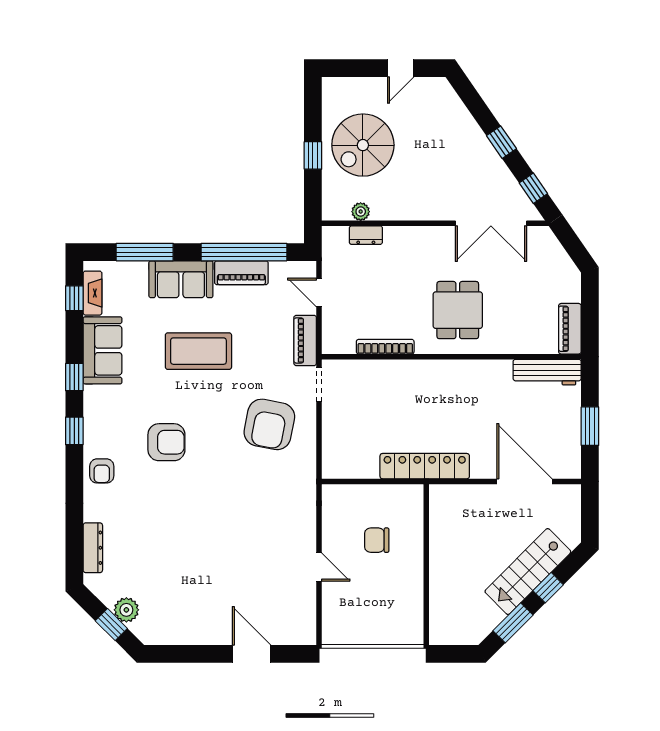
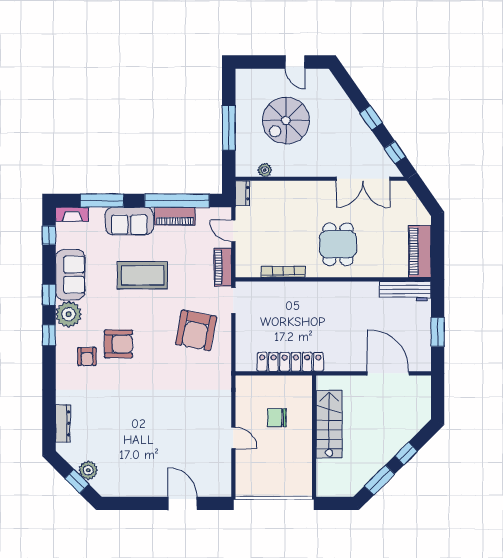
door: (401, 68) -> (295, 62), hinge flipped
spiral stairs: (363, 145) -> (286, 120), moved
window: (313, 155) -> (229, 128), width x2.17
dresser: (366, 235) -> (242, 193), moved, turned -90
fireplace: (92, 293) -> (72, 214), moved, turned 90
piano: (570, 329) -> (420, 251), width x1.37, depth x1.33
plant: (100, 403) -> (69, 314), added
locker: (425, 466) -> (290, 362), moved
armchair: (102, 471) -> (87, 357), moved
stairs: (528, 572) -> (329, 424), moved, turned 135

